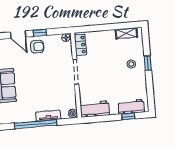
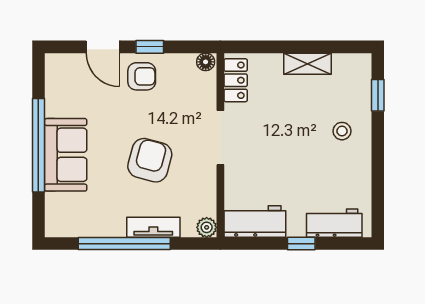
shelving: (126, 33) -> (308, 64), moved
window: (148, 63) -> (378, 95), moved
armchair: (44, 85) -> (150, 160), added
window: (128, 116) -> (301, 244), moved

